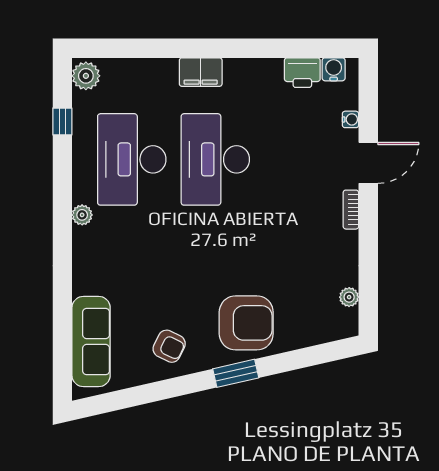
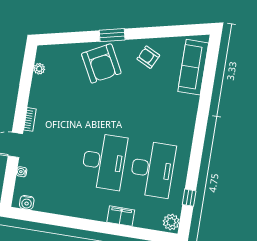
filing cabinet: (201, 72) -> (121, 216), moved
printer: (302, 73) -> (45, 203), removed
plant: (82, 215) -> (186, 142), removed
armchair: (246, 323) -> (101, 63), turned -118

